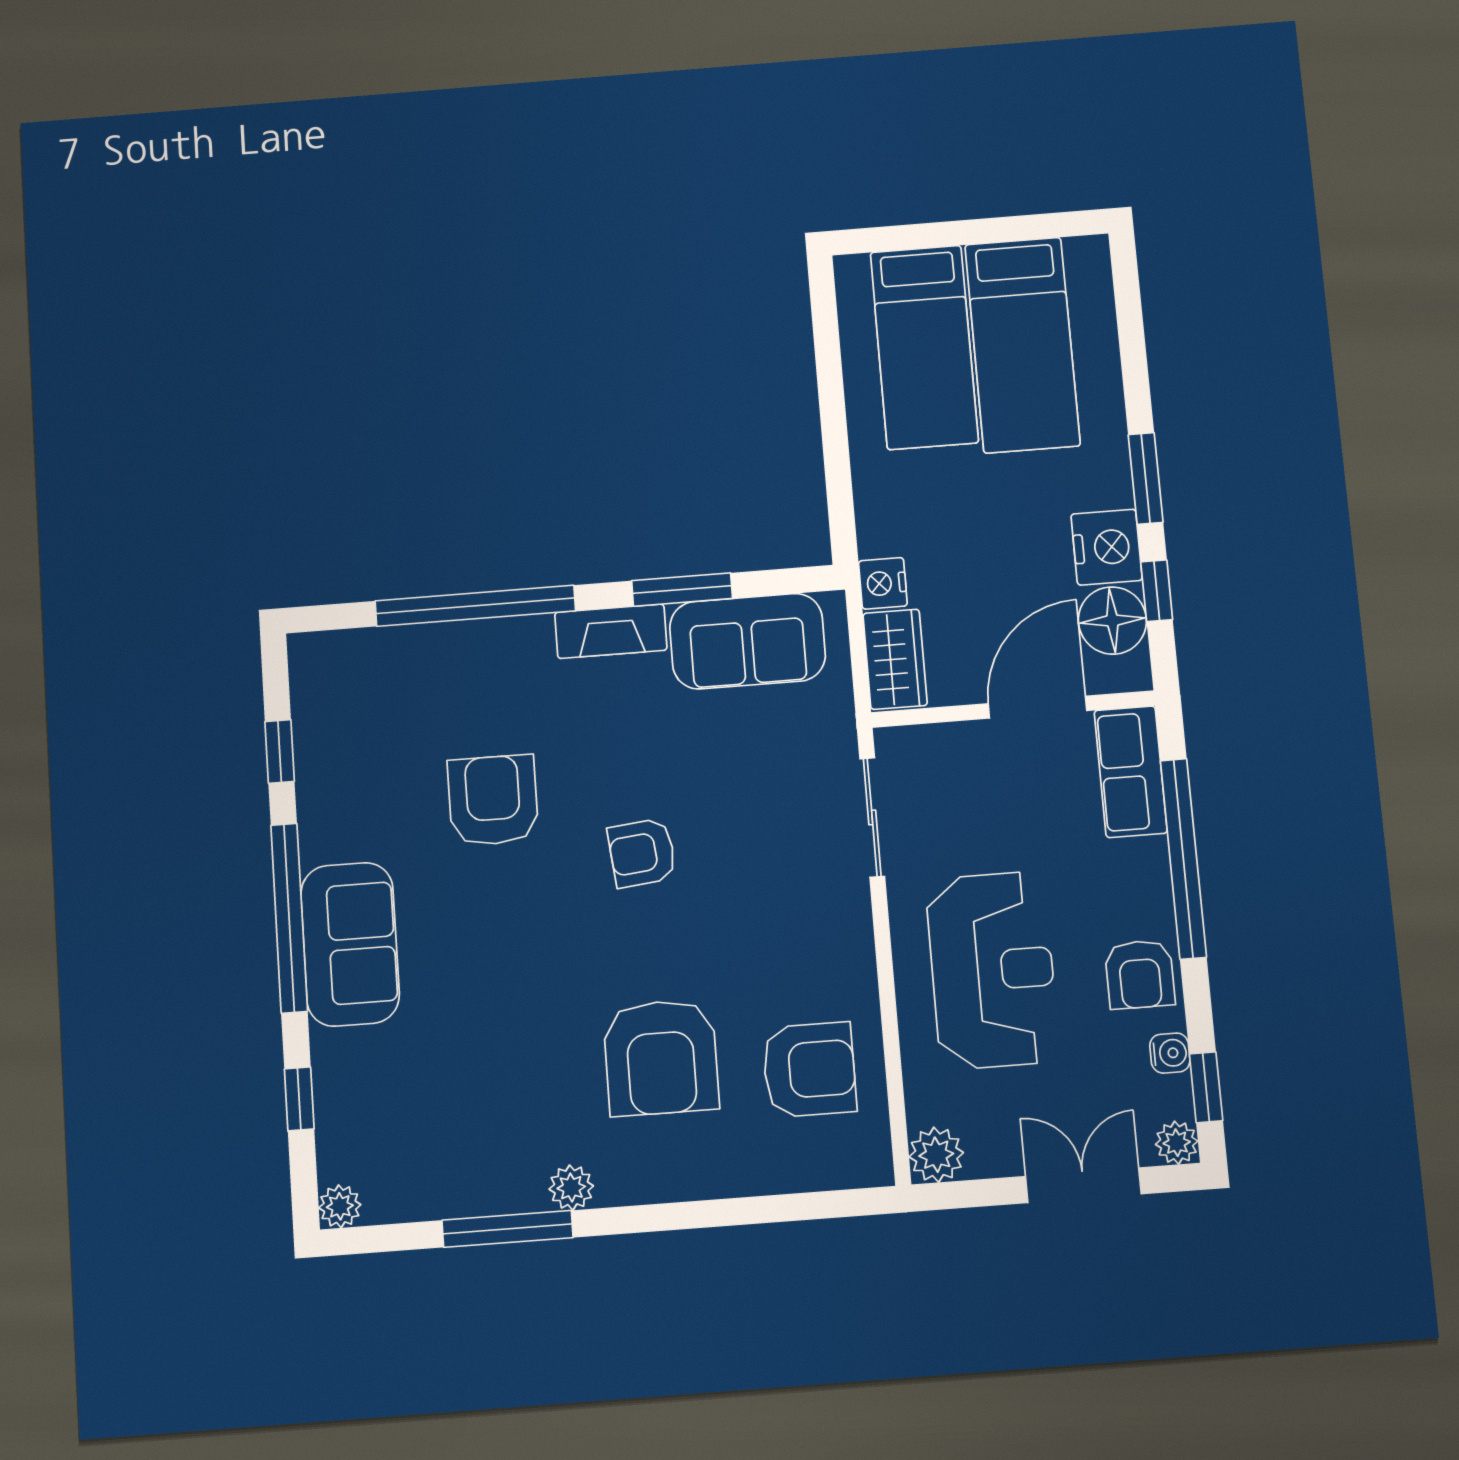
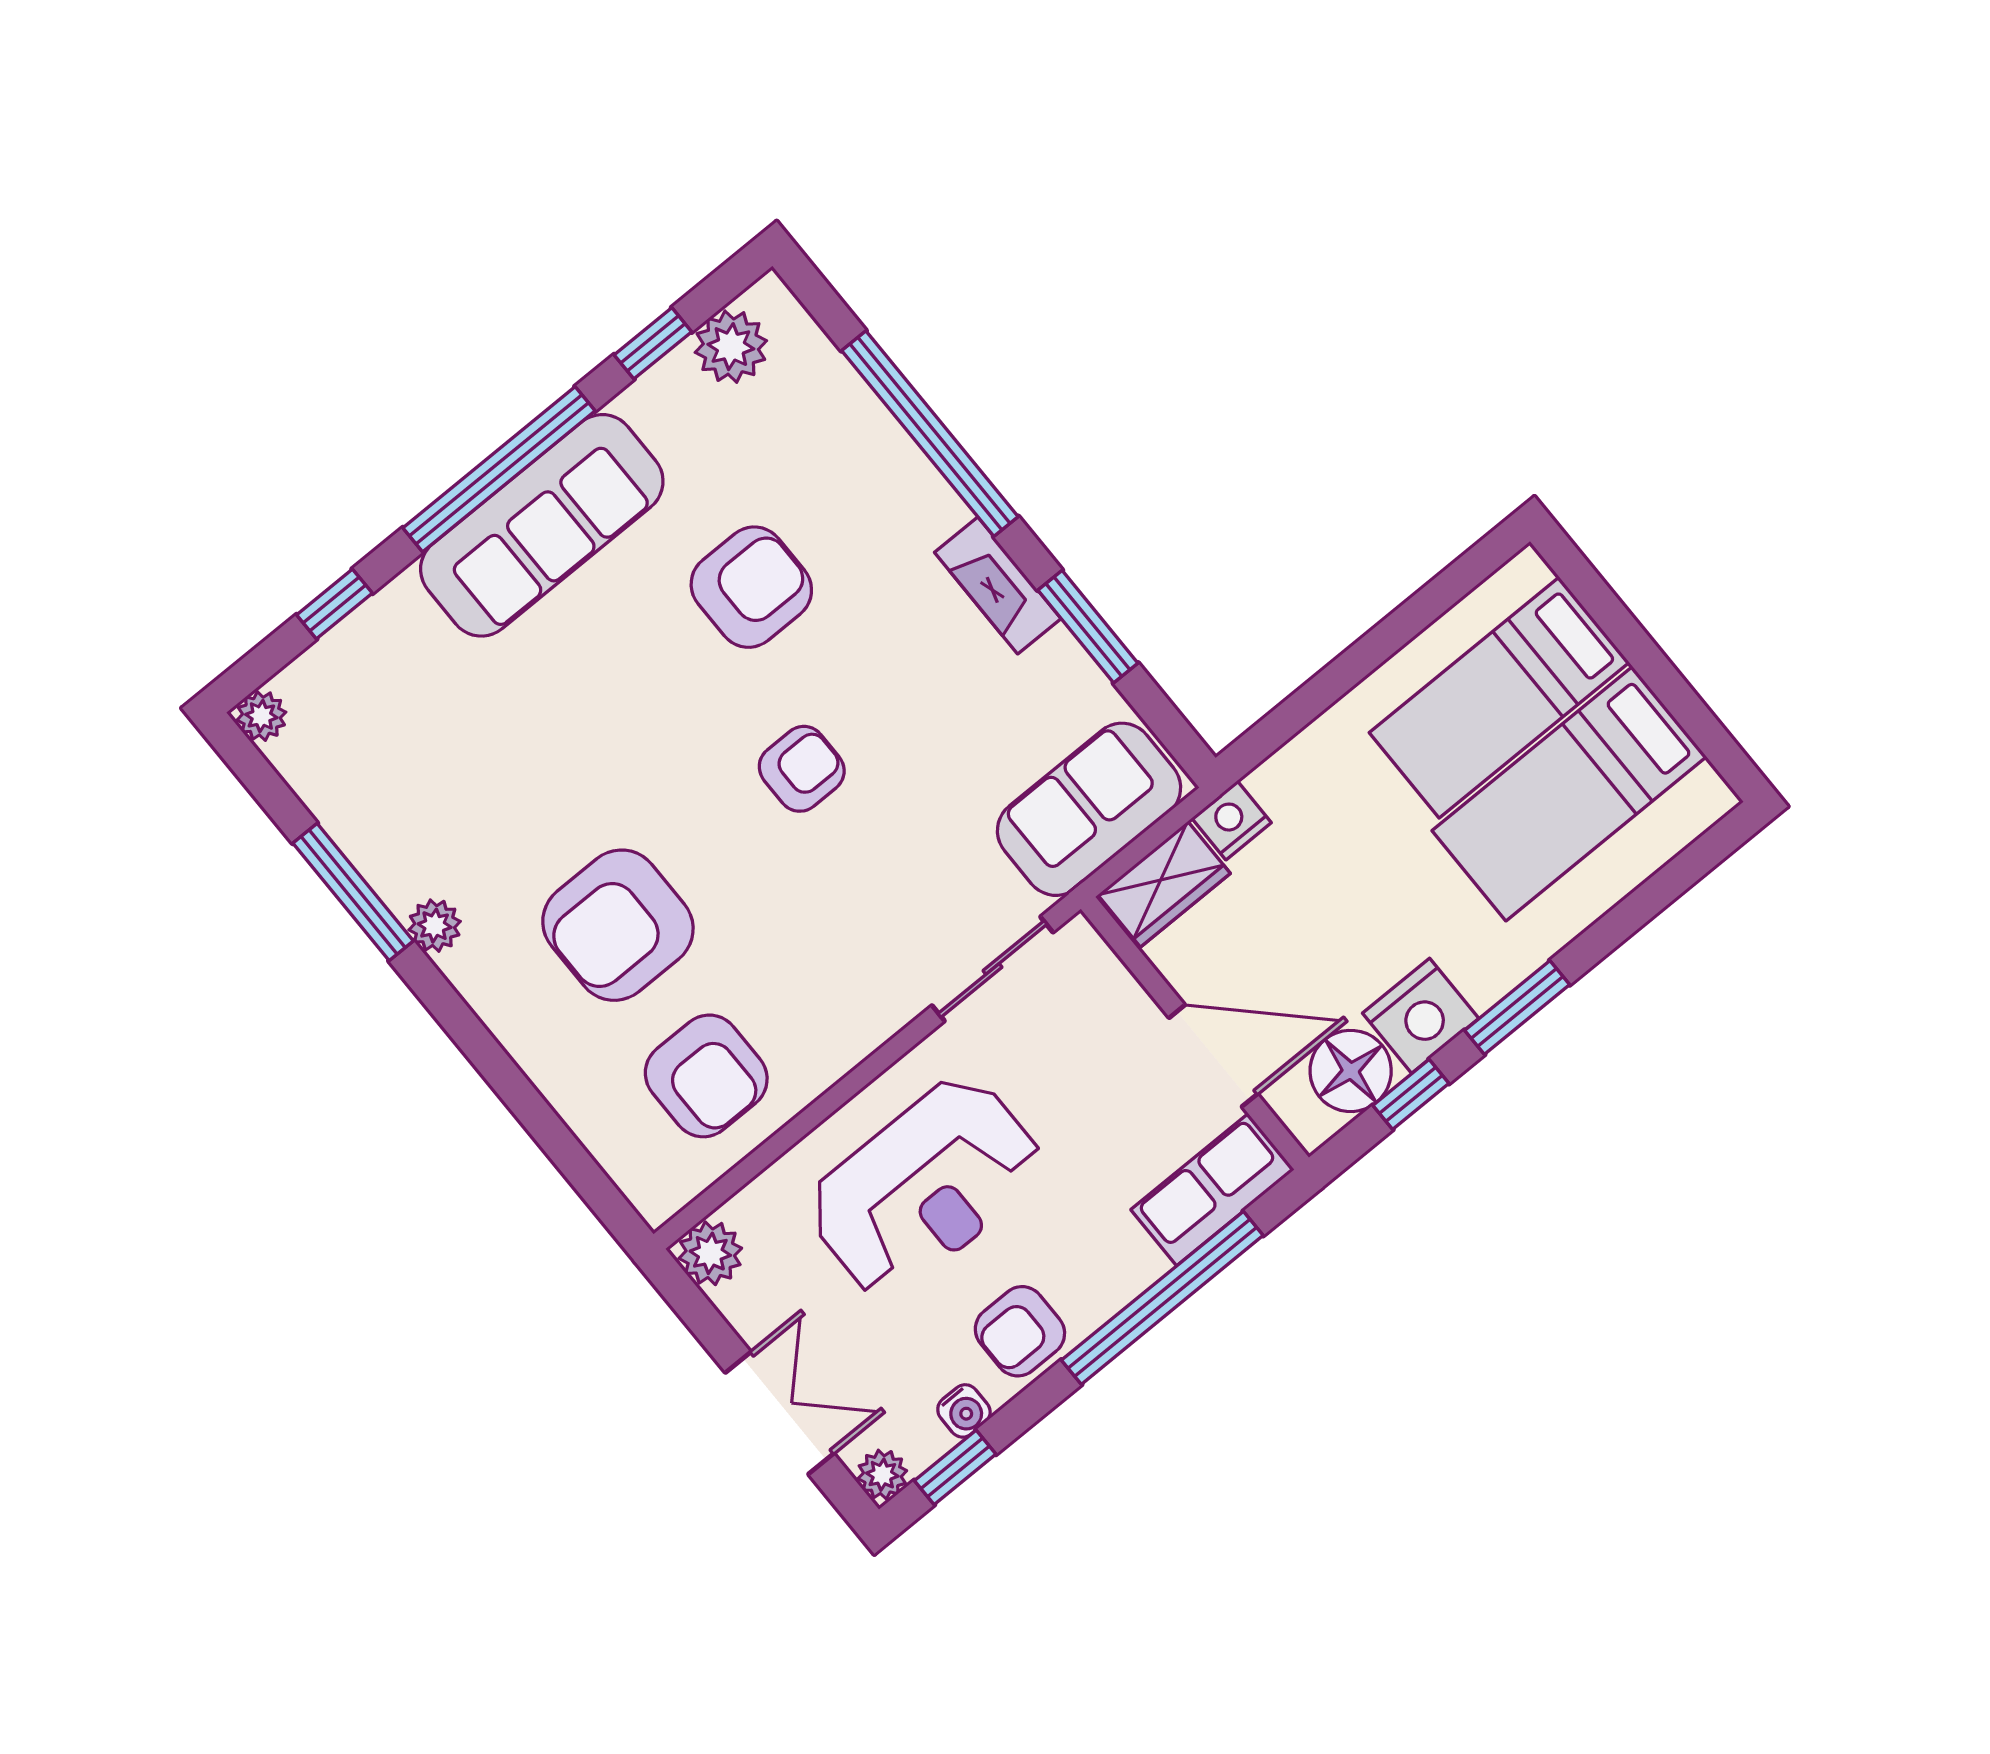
sofa: (747, 641) -> (1089, 809), moved, turned 90
plant: (320, 700) -> (731, 347), added
armchair: (642, 853) -> (802, 769), turned 96
sofa: (350, 944) -> (542, 525), width x1.36

